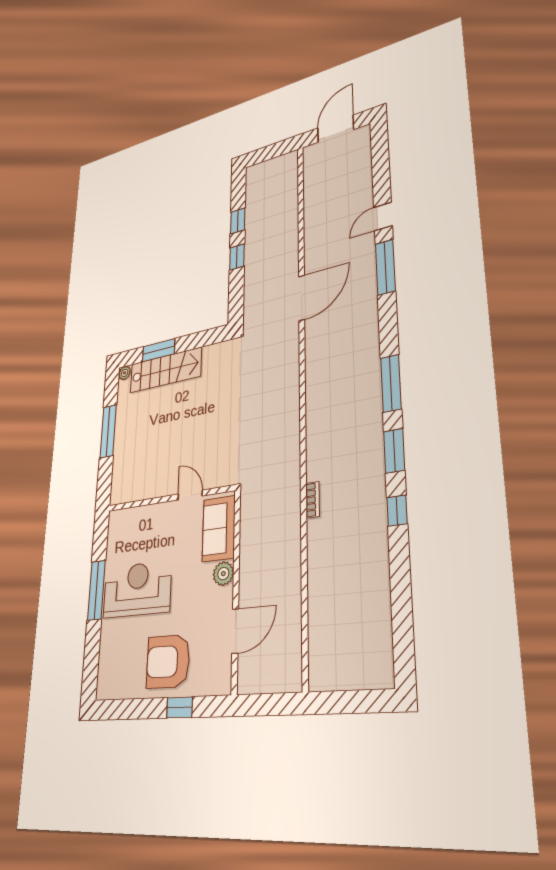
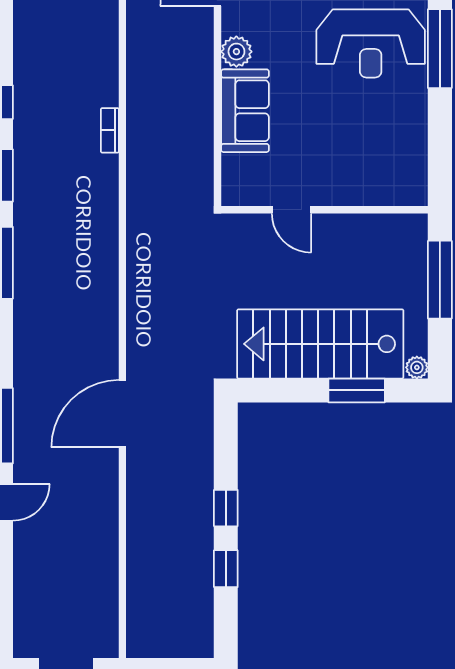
stairs: (165, 370) -> (320, 344), width x1.36, depth x1.51
door: (190, 495) -> (291, 210), moved
wall: (170, 498) -> (325, 210), moved

